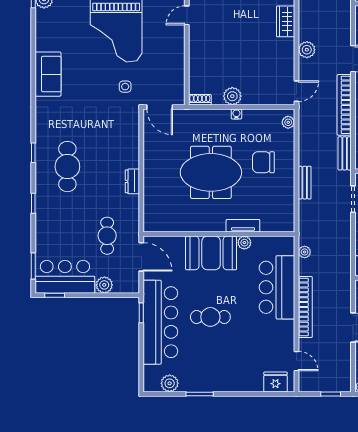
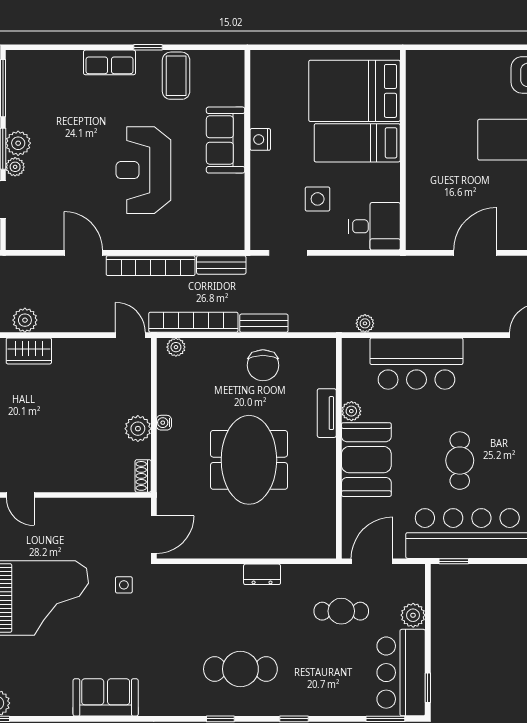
plant: (307, 50) -> (25, 320), moved
chair: (263, 162) -> (263, 365), moved
bookcase: (305, 307) -> (193, 322), moved

